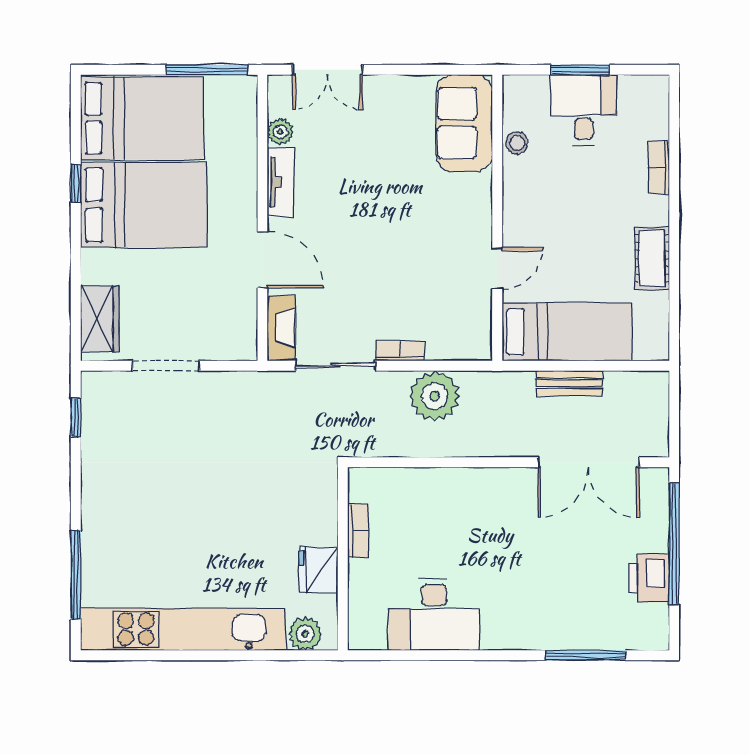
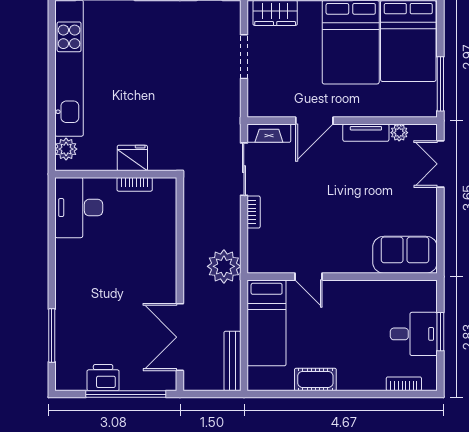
stool: (517, 143) -> (392, 290), removed
bookcase: (659, 167) -> (404, 384), moved
bench: (569, 383) -> (232, 361), moved, width x1.36
plant: (435, 396) -> (224, 266), moved
fridge: (319, 570) -> (132, 158), moved
desk: (434, 615) -> (79, 208), moved

